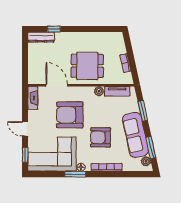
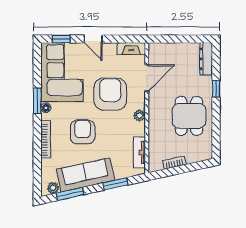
window: (54, 29) -> (216, 89), moved
dining table: (87, 66) -> (189, 116), moved
plant: (99, 91) -> (139, 116), moved
door: (25, 129) -> (93, 39), swing flipped

